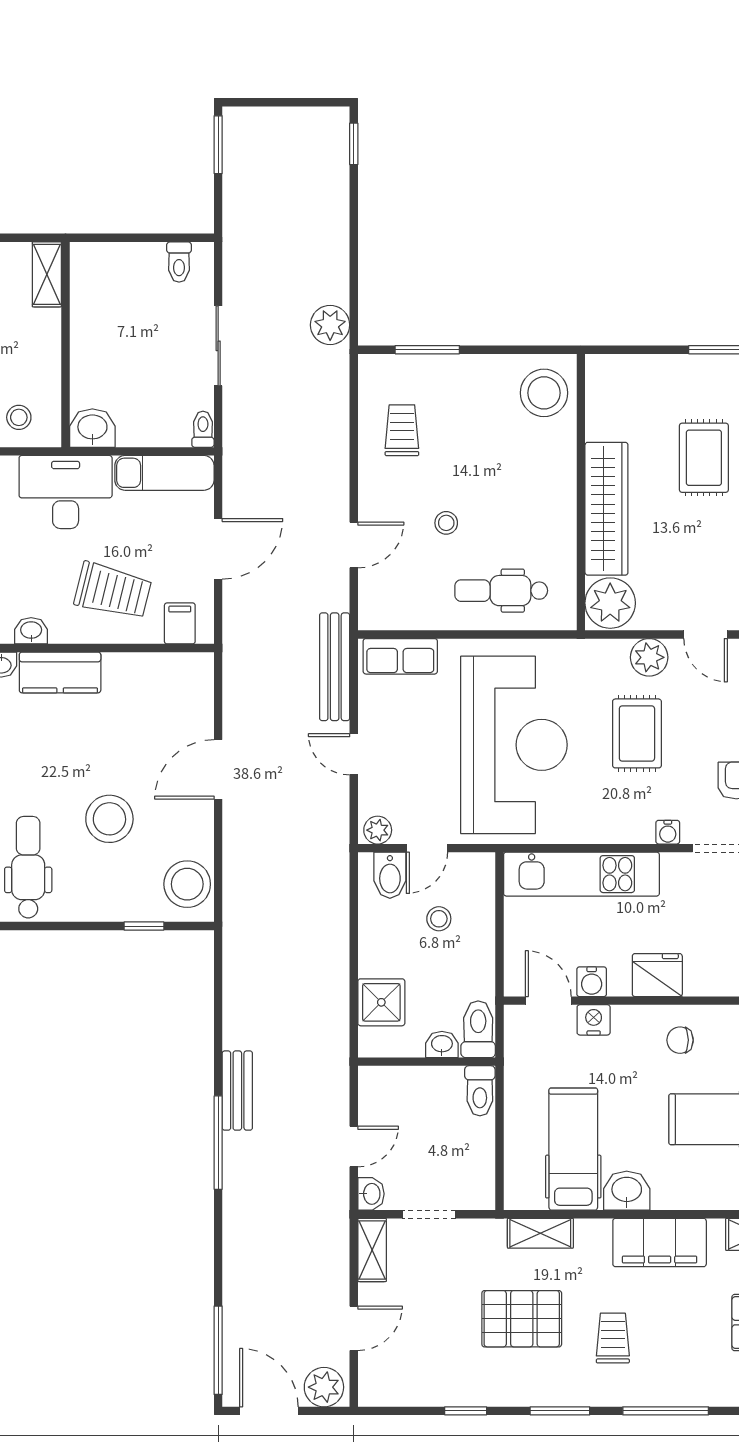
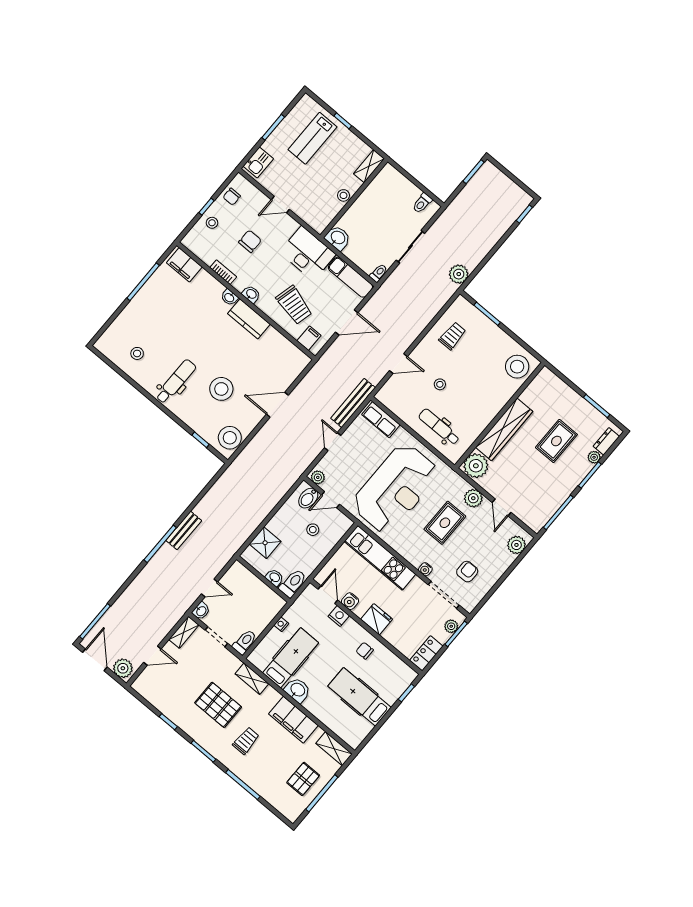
stool: (19, 417) -> (343, 195), moved
toilet: (480, 1091) -> (245, 642), moved, turned 180
nightstand: (514, 1109) -> (281, 624), added

